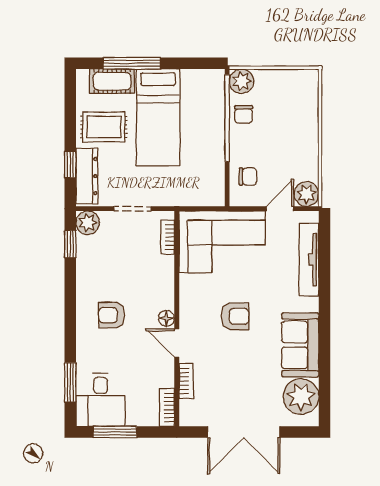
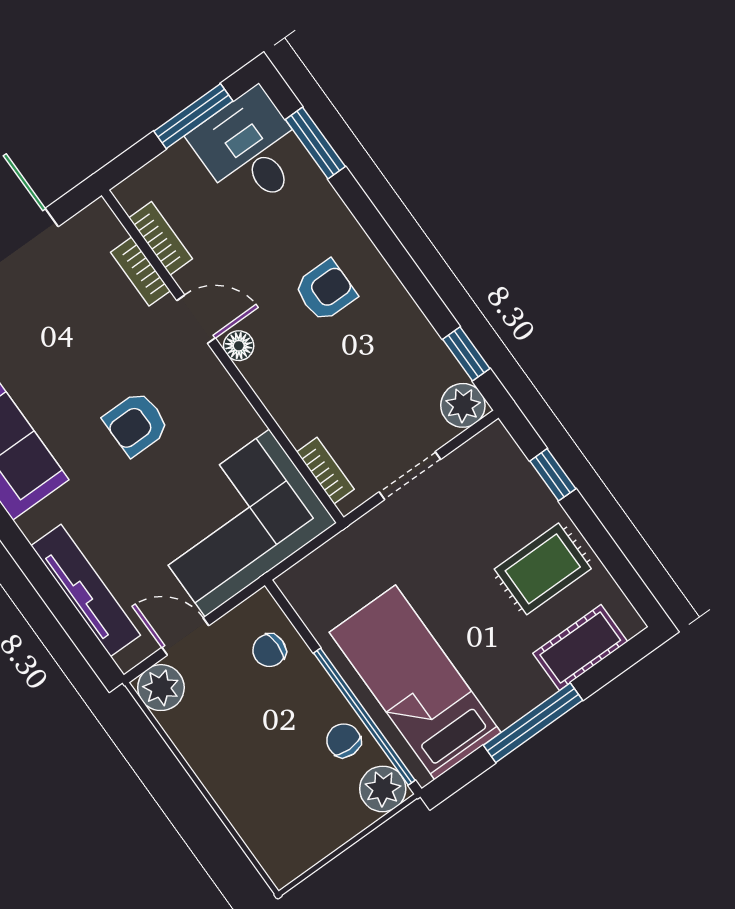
window: (132, 63) -> (533, 723), moved
bed: (158, 117) -> (415, 682), moved
dresser: (87, 176) -> (515, 476), removed
door: (280, 209) -> (185, 637), swing flipped
bookcase: (167, 407) -> (161, 238), moved

